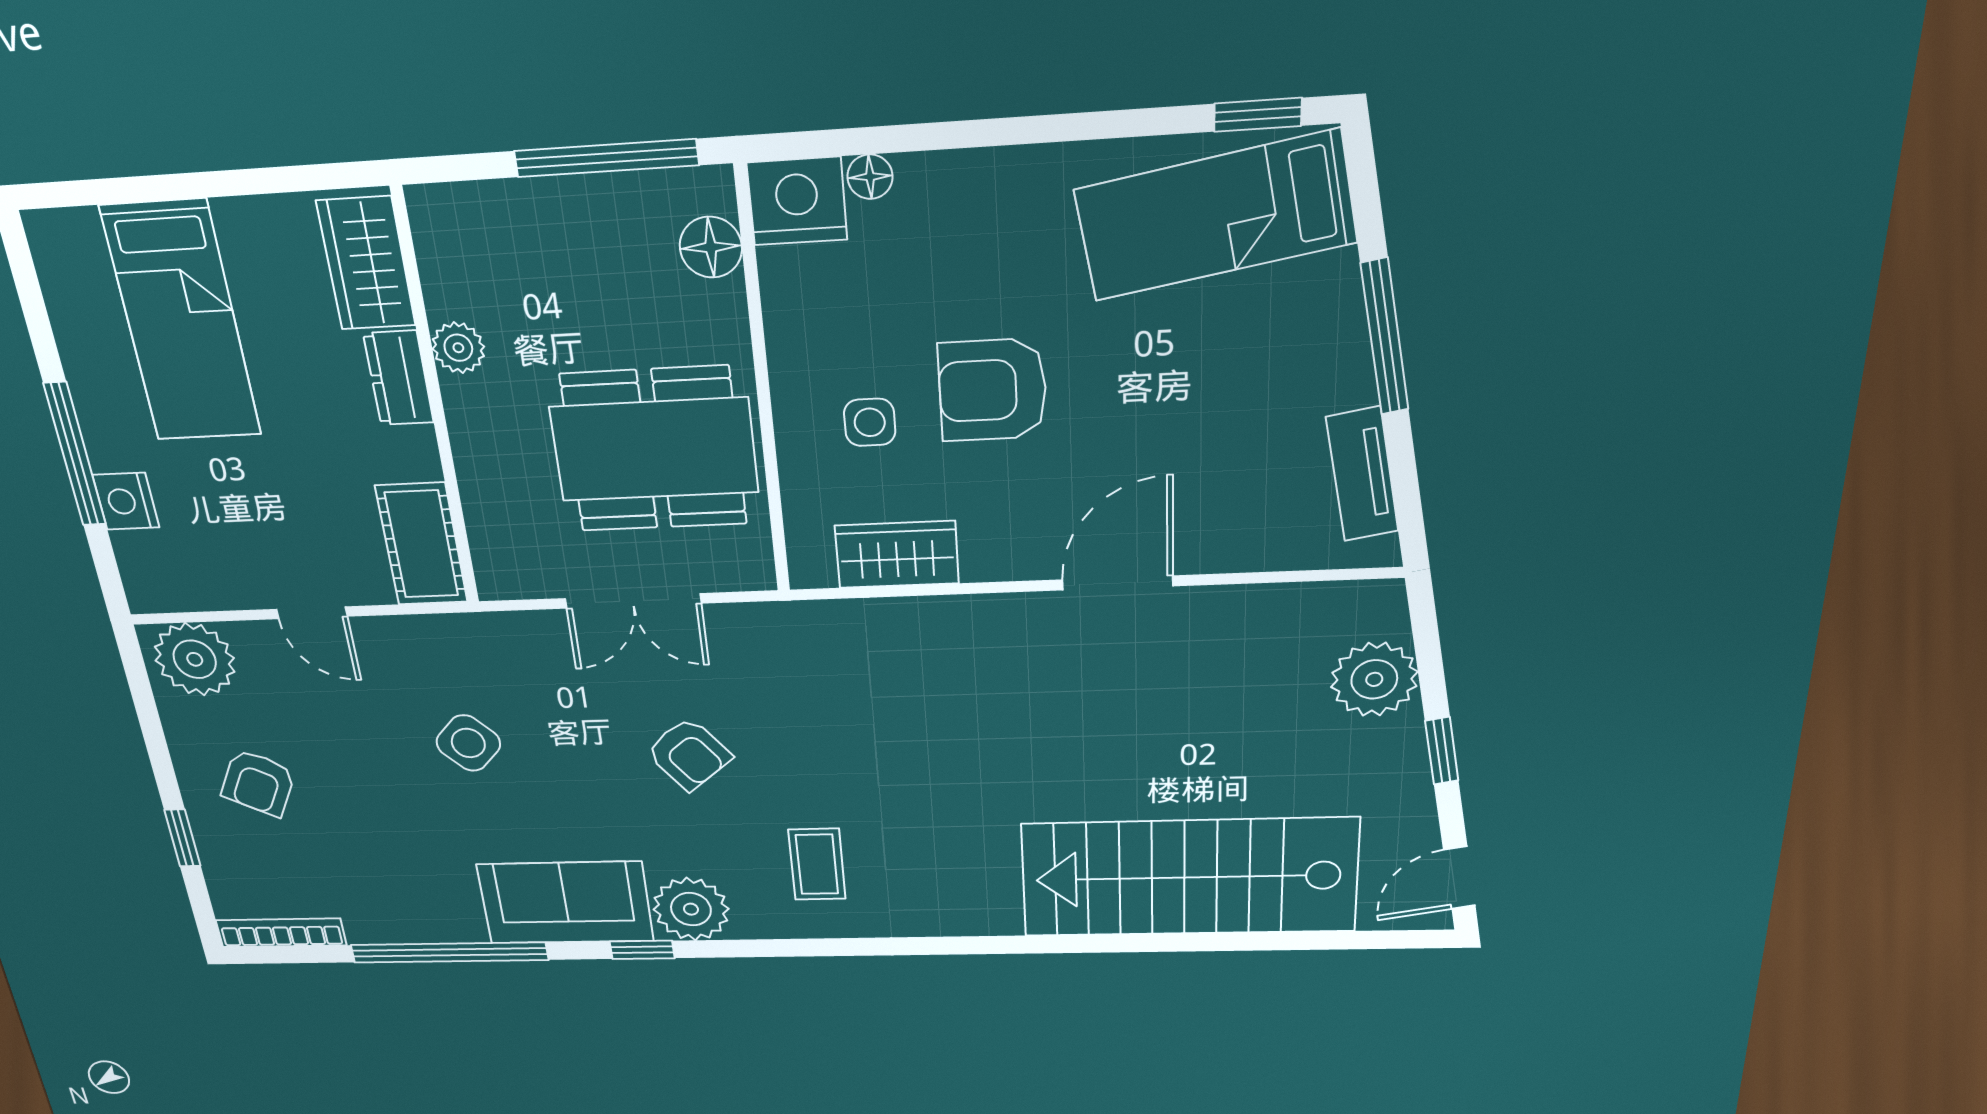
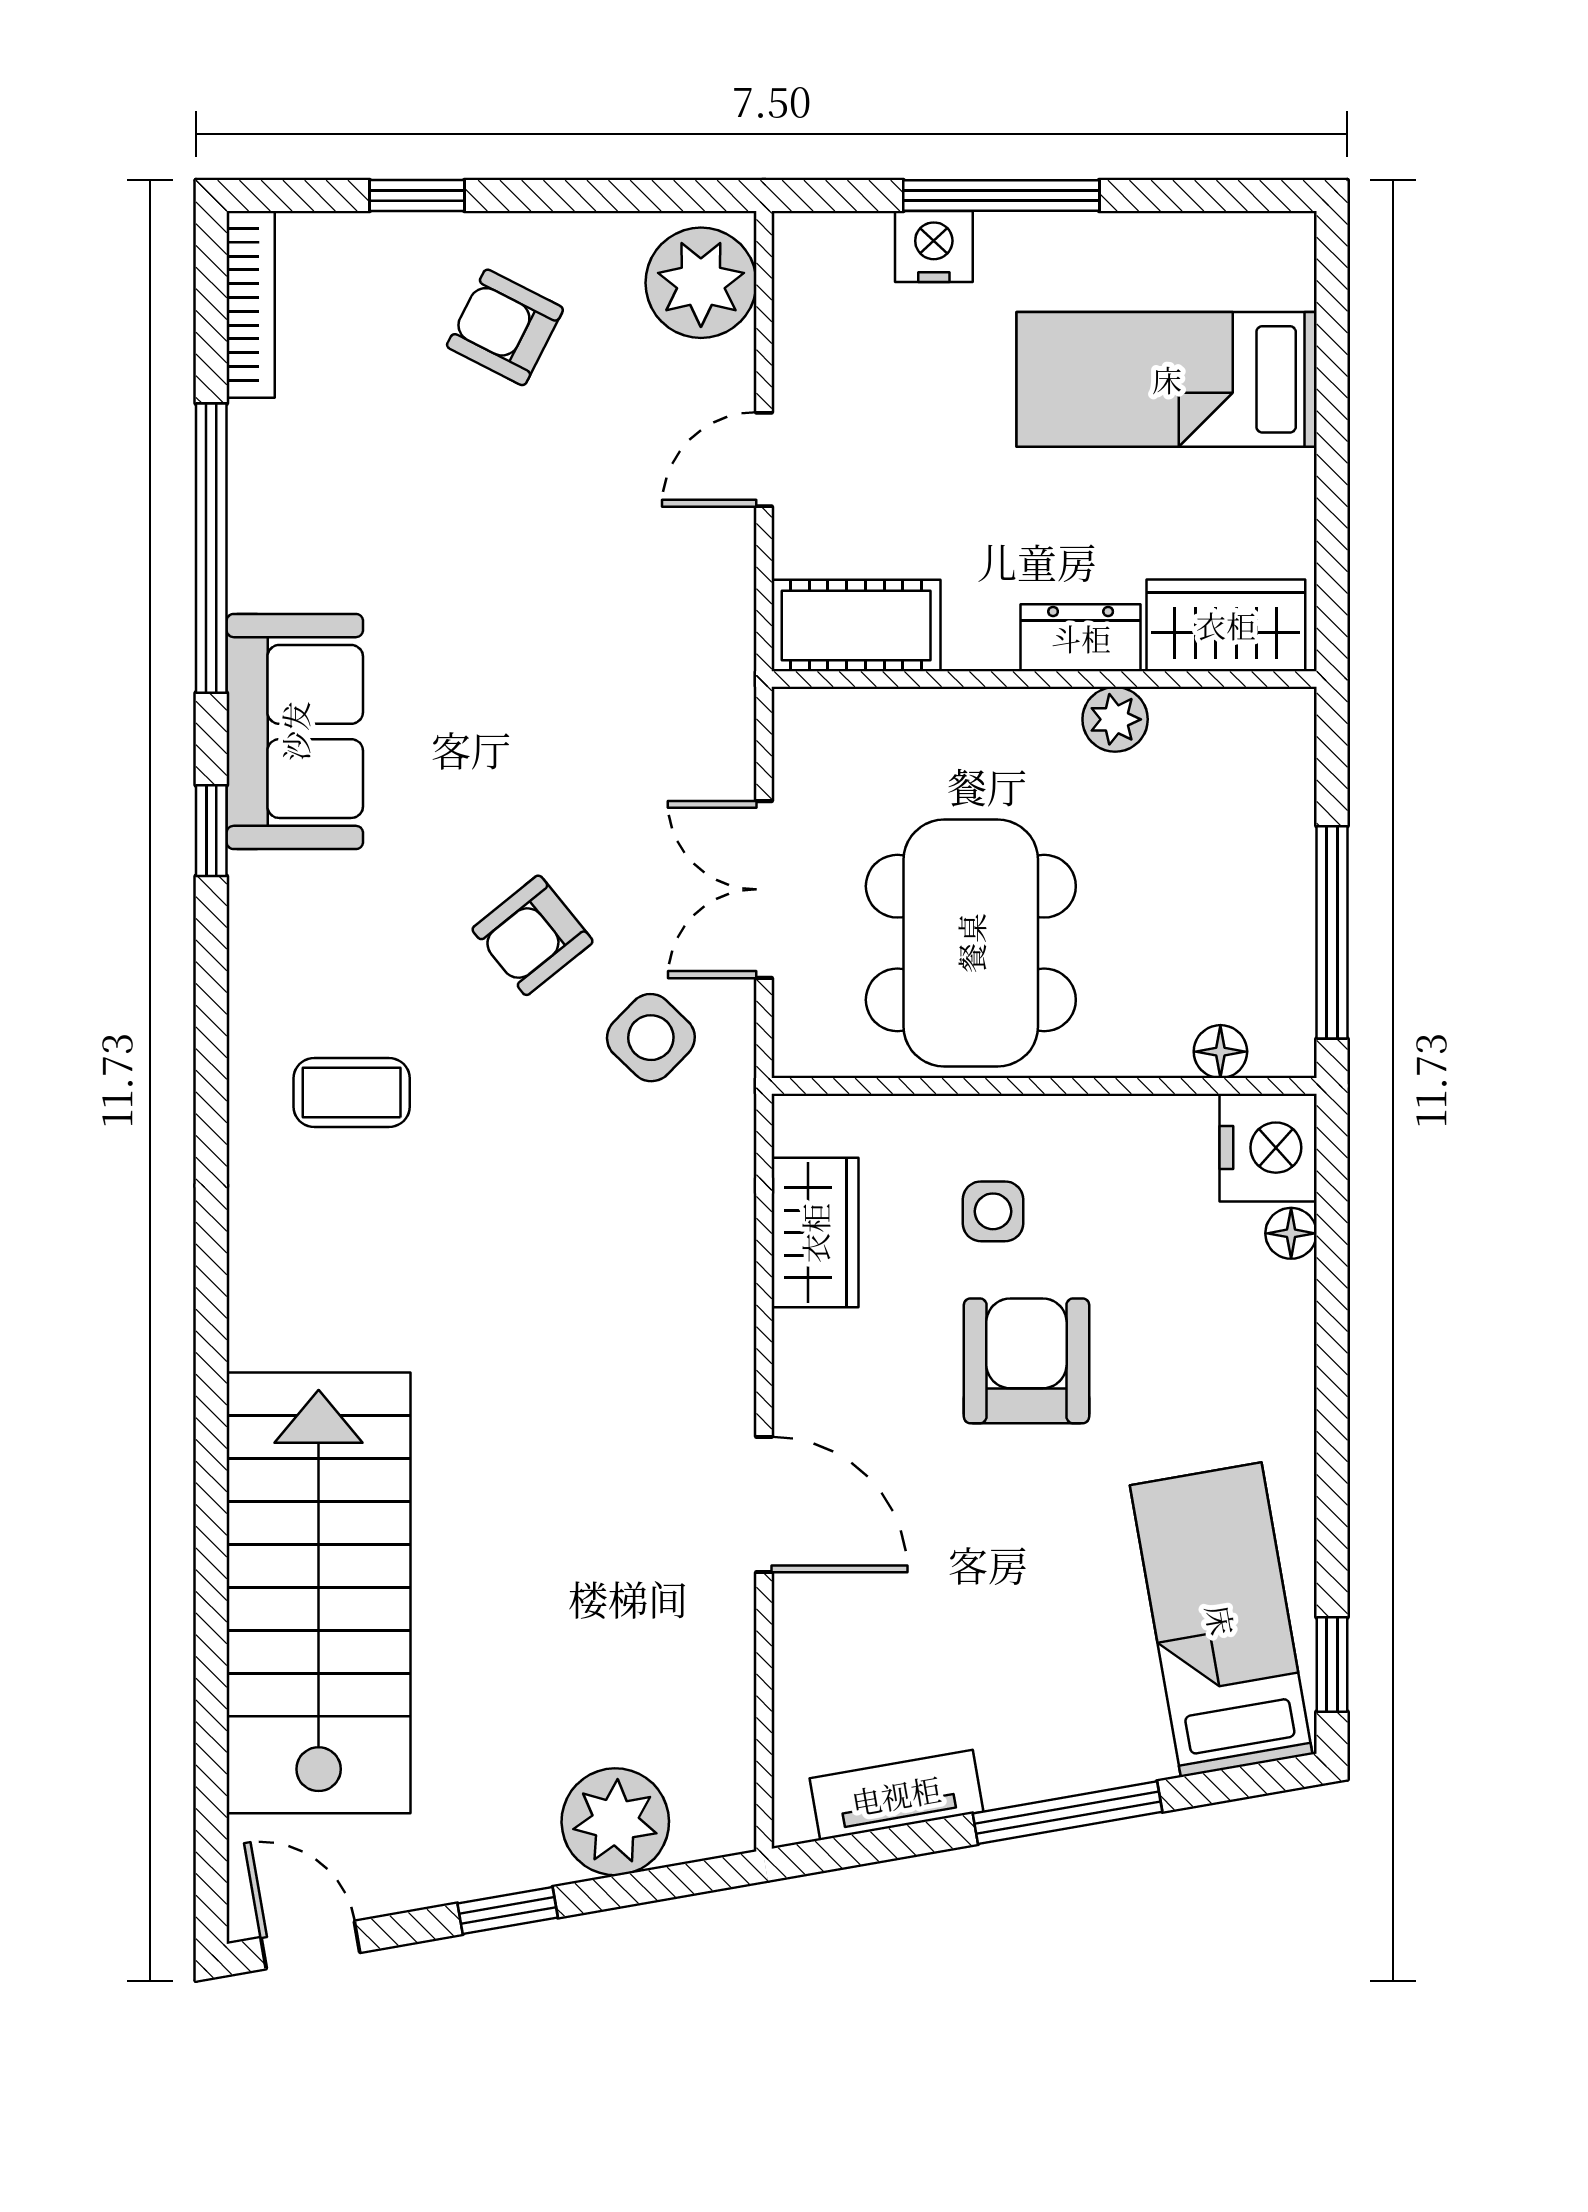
floor lamp: (711, 247) -> (1220, 1052), width x0.73, depth x0.73
side table: (468, 743) -> (651, 1038), moved
plant: (691, 909) -> (280, 909), removed

